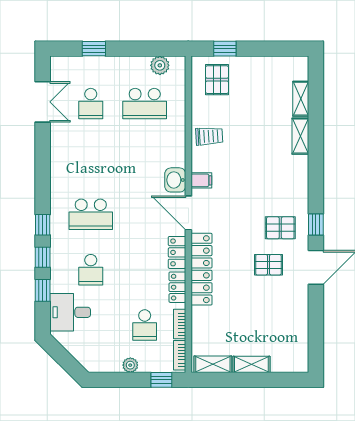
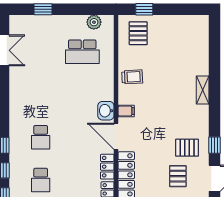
shelving: (301, 99) -> (203, 48), removed
school desk: (91, 104) -> (41, 52), removed
shelving: (300, 136) -> (203, 90), moved
school desk: (91, 214) -> (41, 137), width x0.54
pallet: (268, 265) -> (178, 176), turned 90

